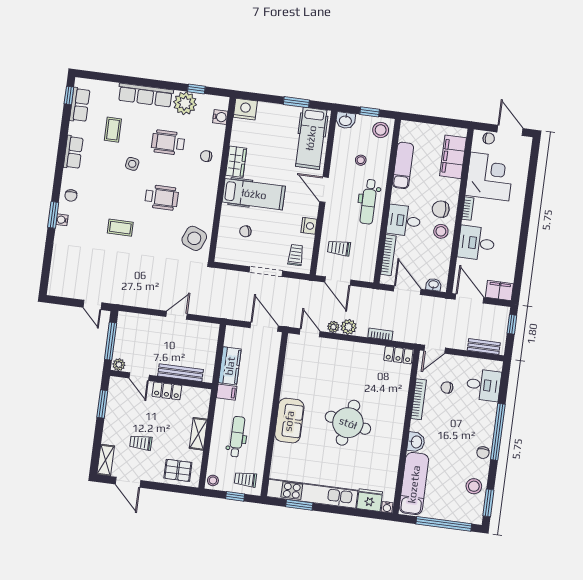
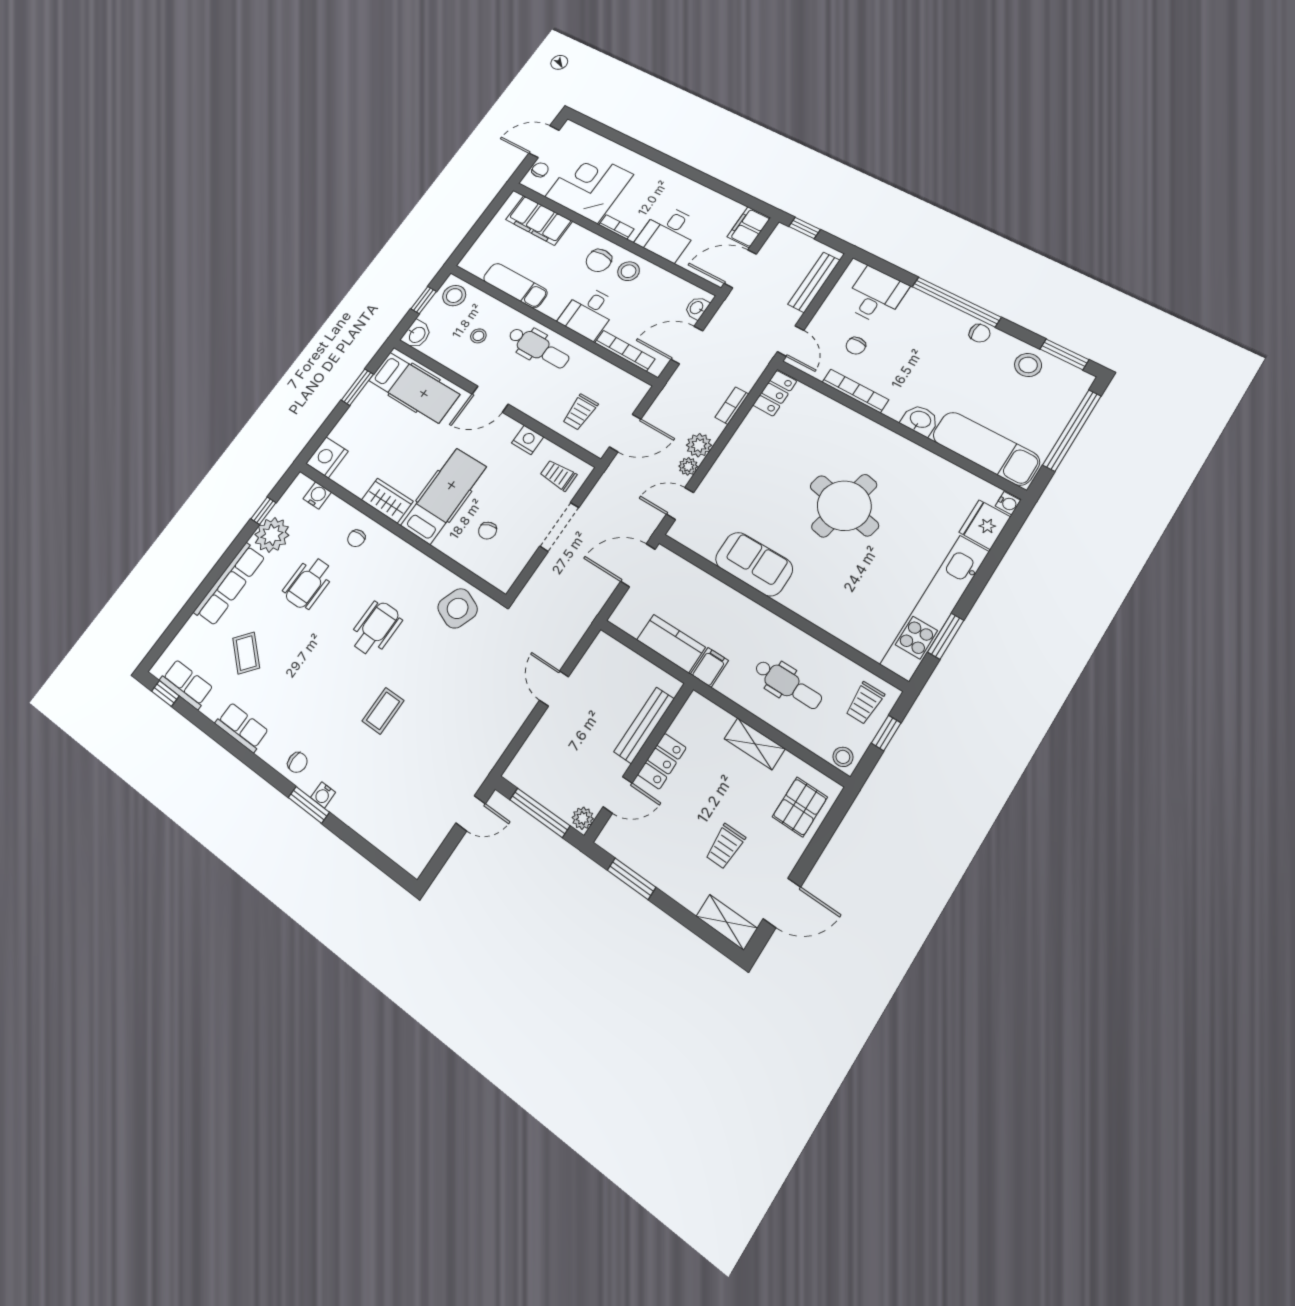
coffee table: (113, 130) -> (246, 653), turned 41
side table: (132, 164) -> (307, 648), removed
bench: (484, 347) -> (814, 282), width x1.36
sofa: (289, 421) -> (754, 564), moved
dental chair: (237, 437) -> (788, 684), turned 180

